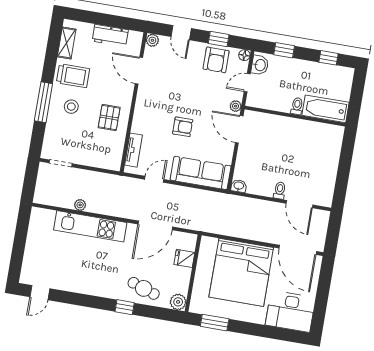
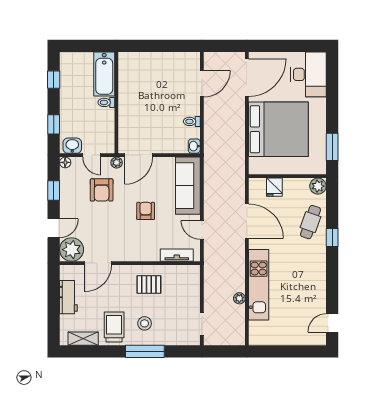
plant: (152, 40) -> (72, 250), width x1.88, depth x1.88
armchair: (216, 60) -> (102, 190), moved, turned 90
toilet: (280, 190) -> (192, 121), moved
door: (40, 293) -> (332, 323), swing flipped

